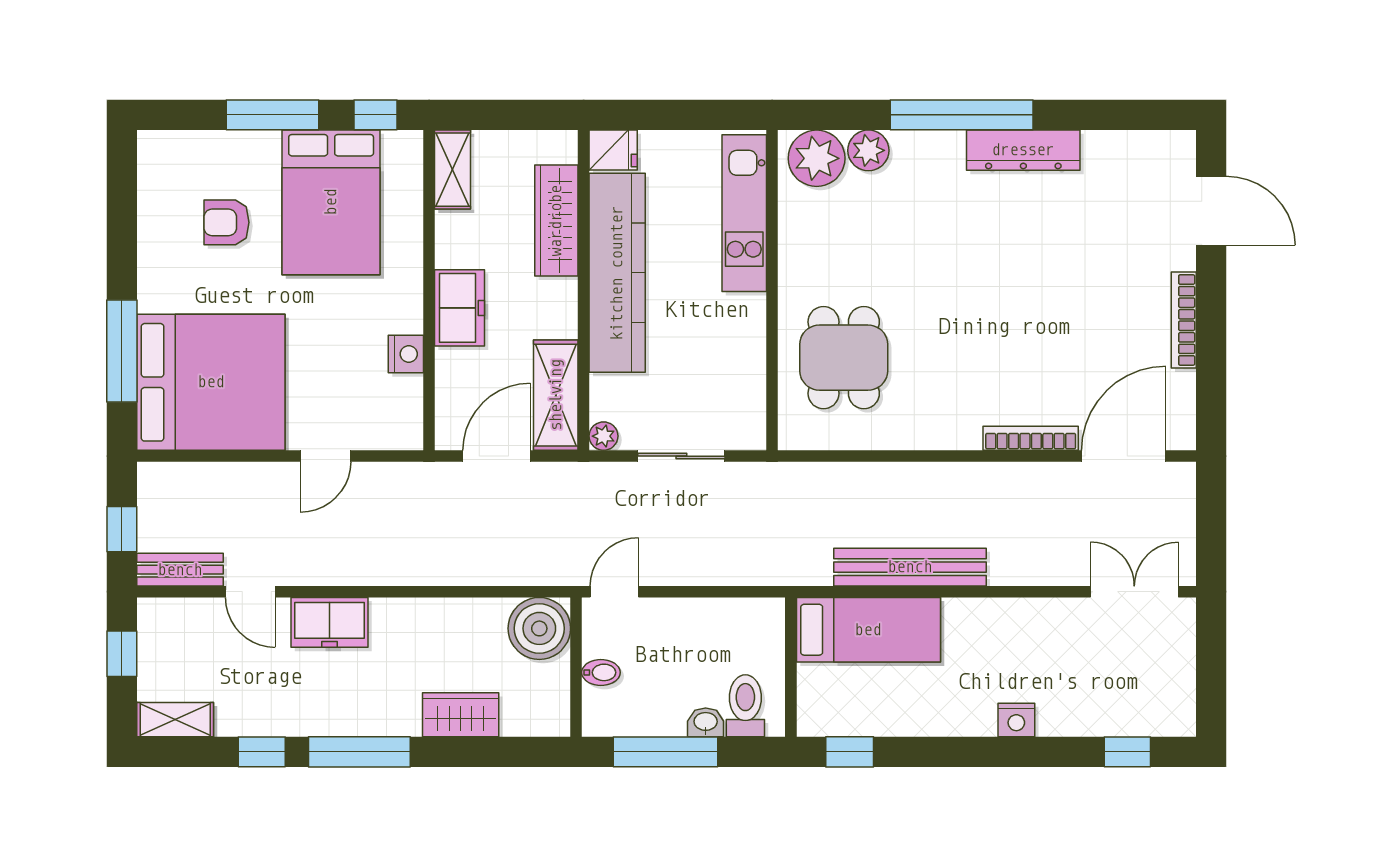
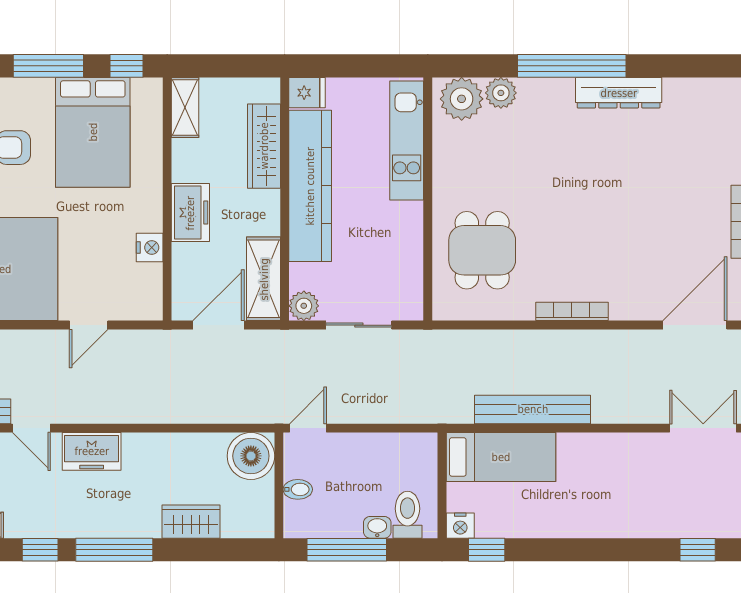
plant: (604, 436) -> (304, 306), width x1.38, depth x1.38
bookcase: (1031, 438) -> (572, 311), moved
nightstand: (1016, 720) -> (460, 526), moved

